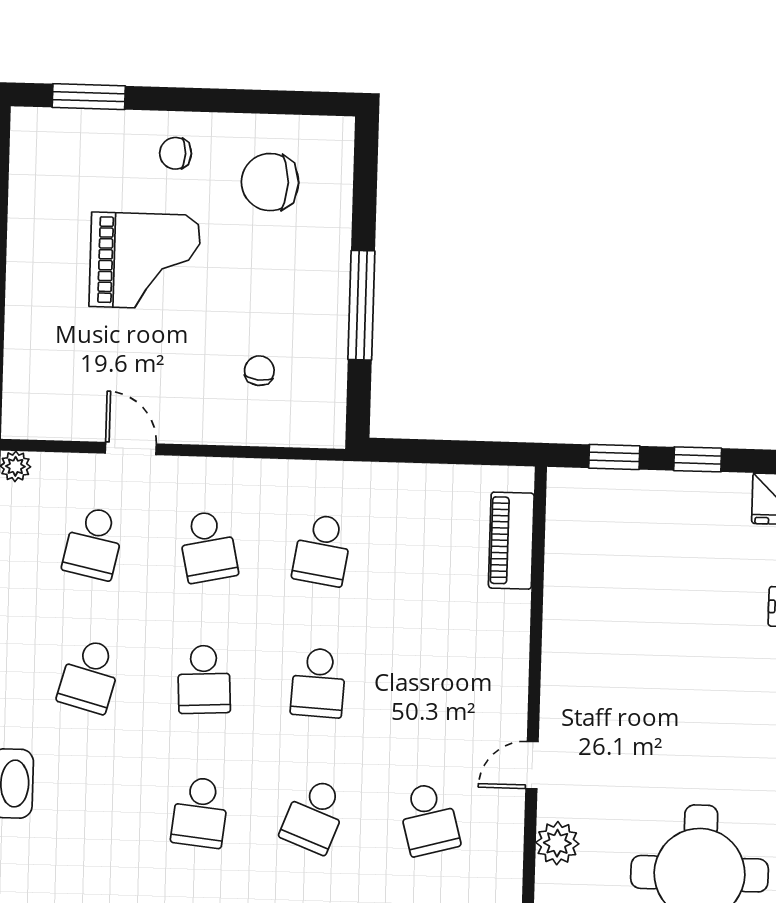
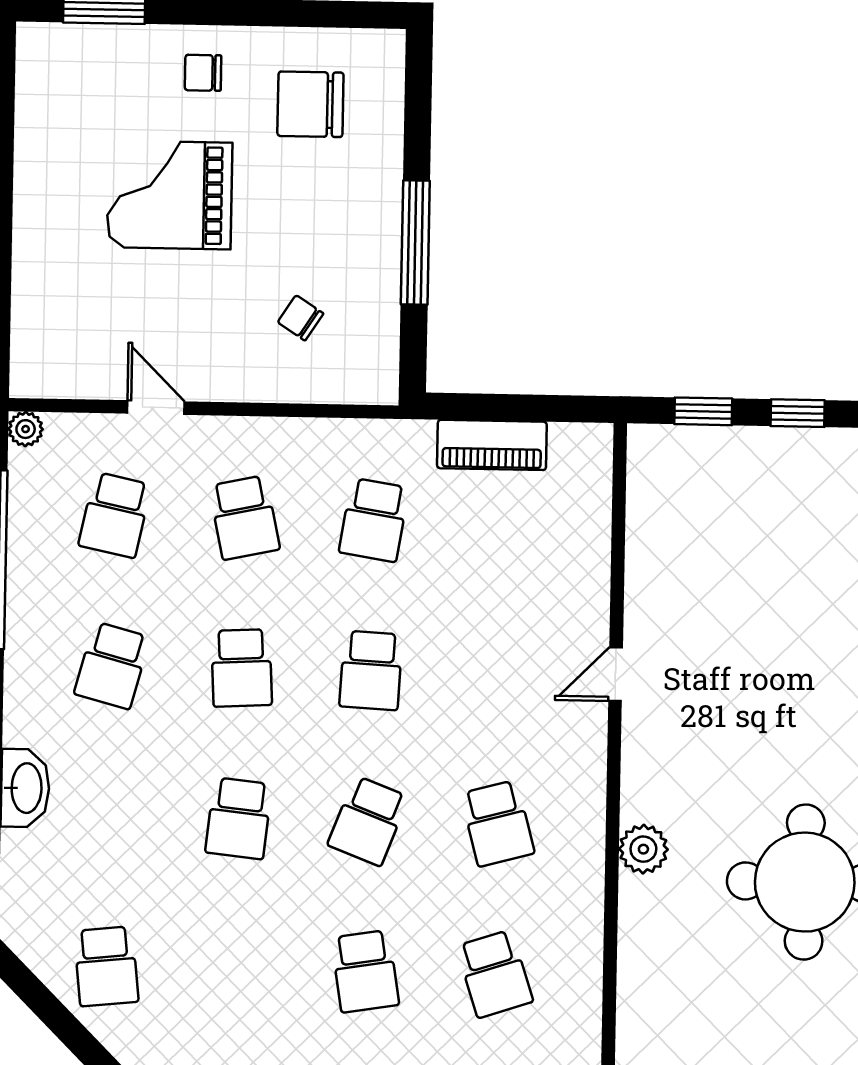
grand piano: (145, 261) -> (170, 195), turned 180
chair: (259, 371) -> (301, 318), turned -62
piano: (511, 541) -> (492, 445), moved, turned -90
door: (532, 765) -> (616, 674), moved

